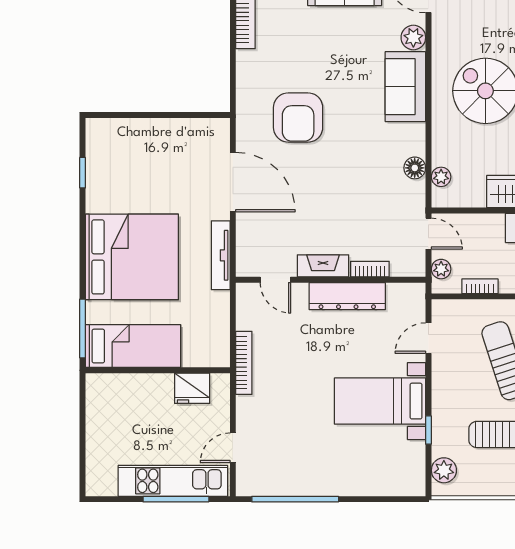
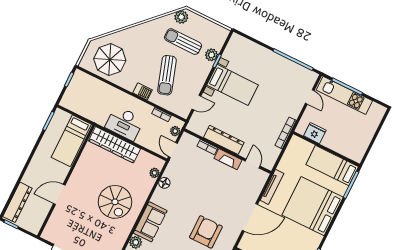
door: (233, 182) -> (250, 217), swing flipped
door: (233, 448) -> (310, 97), hinge flipped
plant: (444, 470) -> (211, 55), moved

